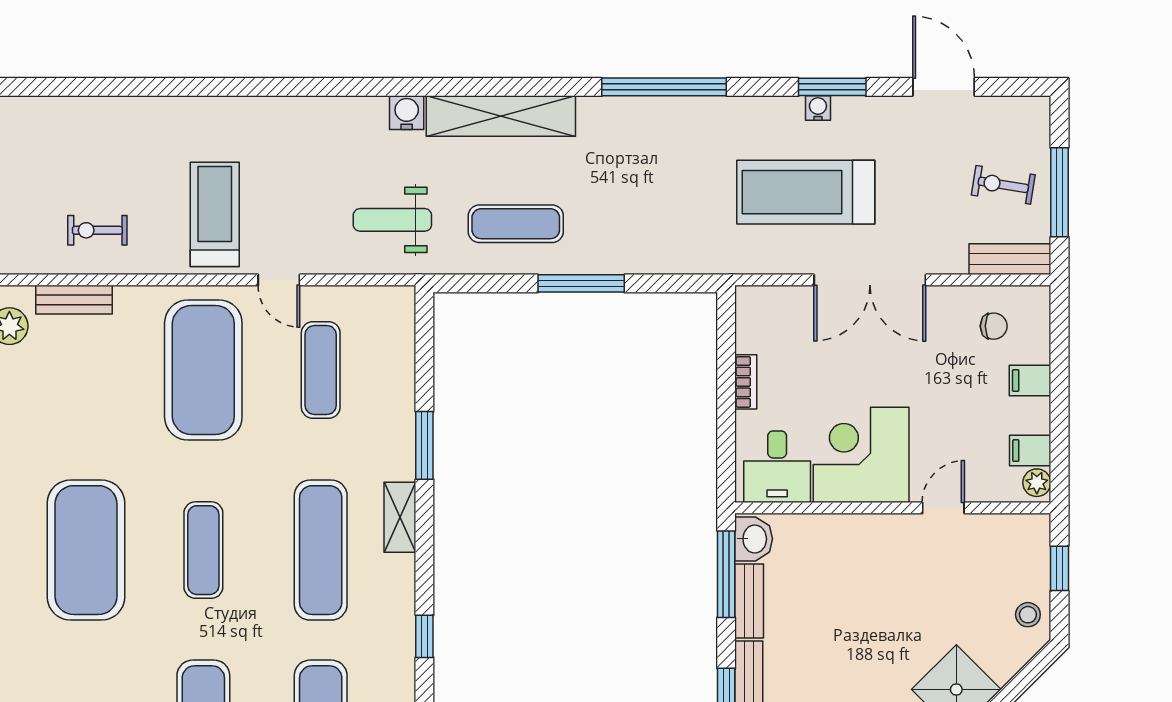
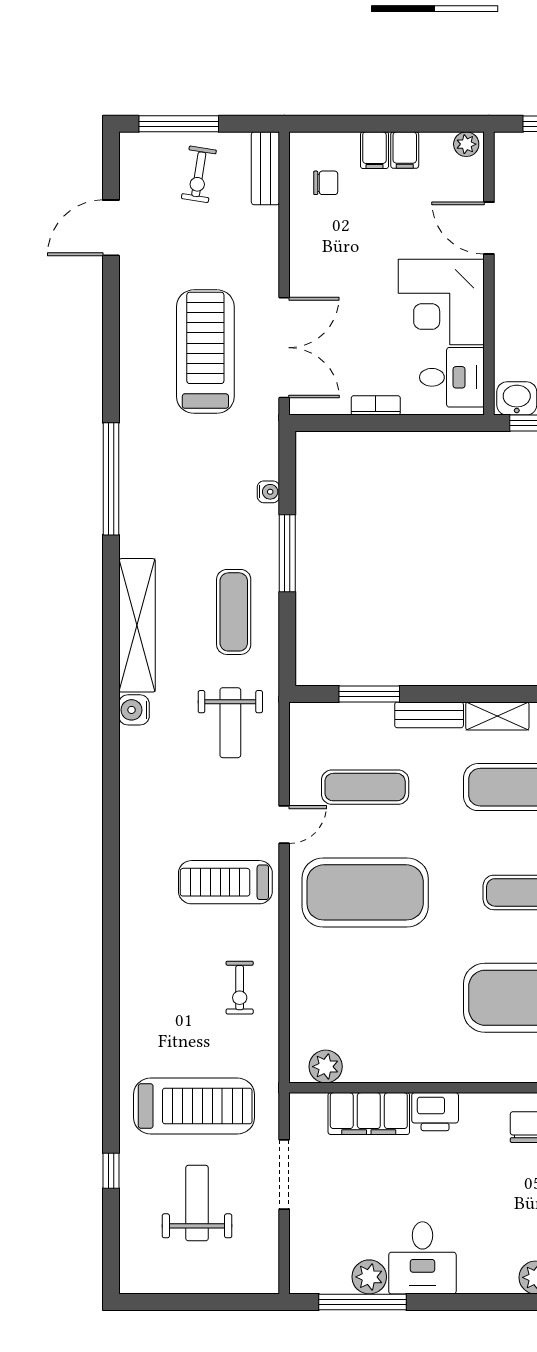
window: (832, 87) -> (111, 328), removed
water cooler: (818, 108) -> (268, 492), moved, turned 180
treadmill: (806, 192) -> (205, 352), turned 180
window: (1060, 192) -> (179, 124), moved
double door: (870, 280) -> (284, 348), moved
bench: (74, 300) -> (429, 715), moved, turned 90
chair: (994, 326) -> (326, 183), turned 90
window: (424, 445) -> (369, 694), moved
filing cabinet: (1030, 451) -> (405, 150), moved
door: (943, 508) -> (489, 228), width x1.38

